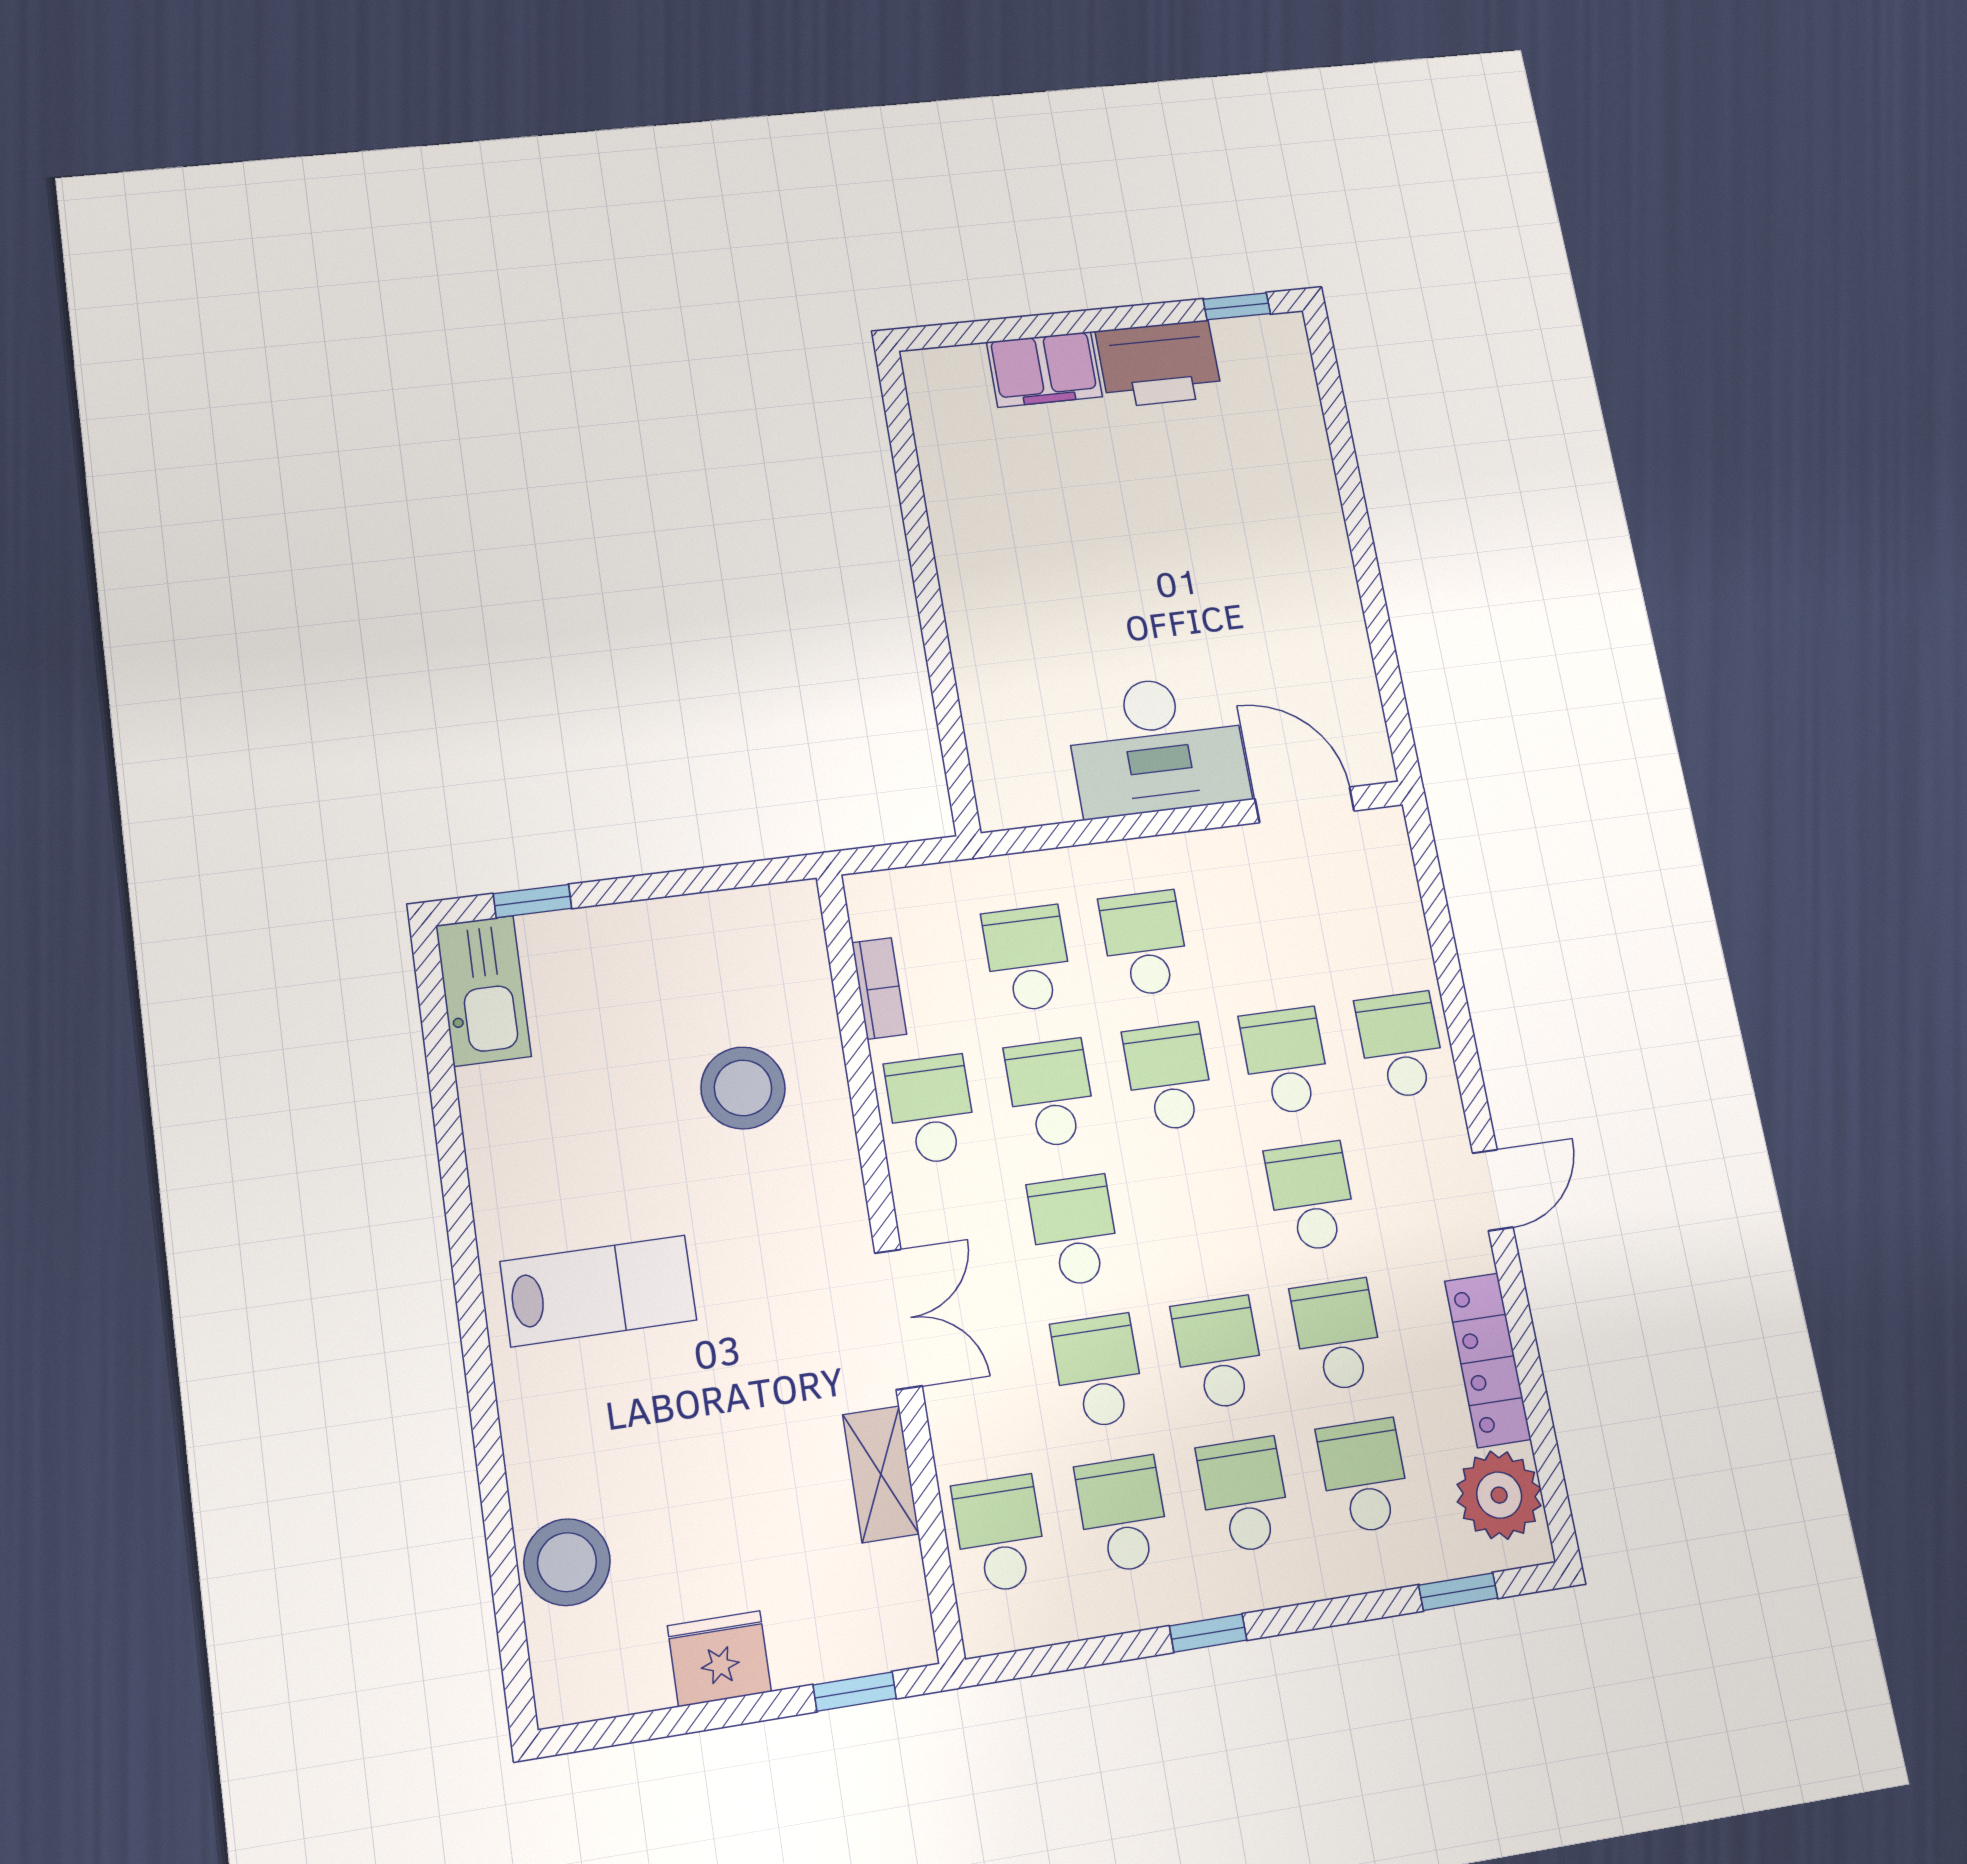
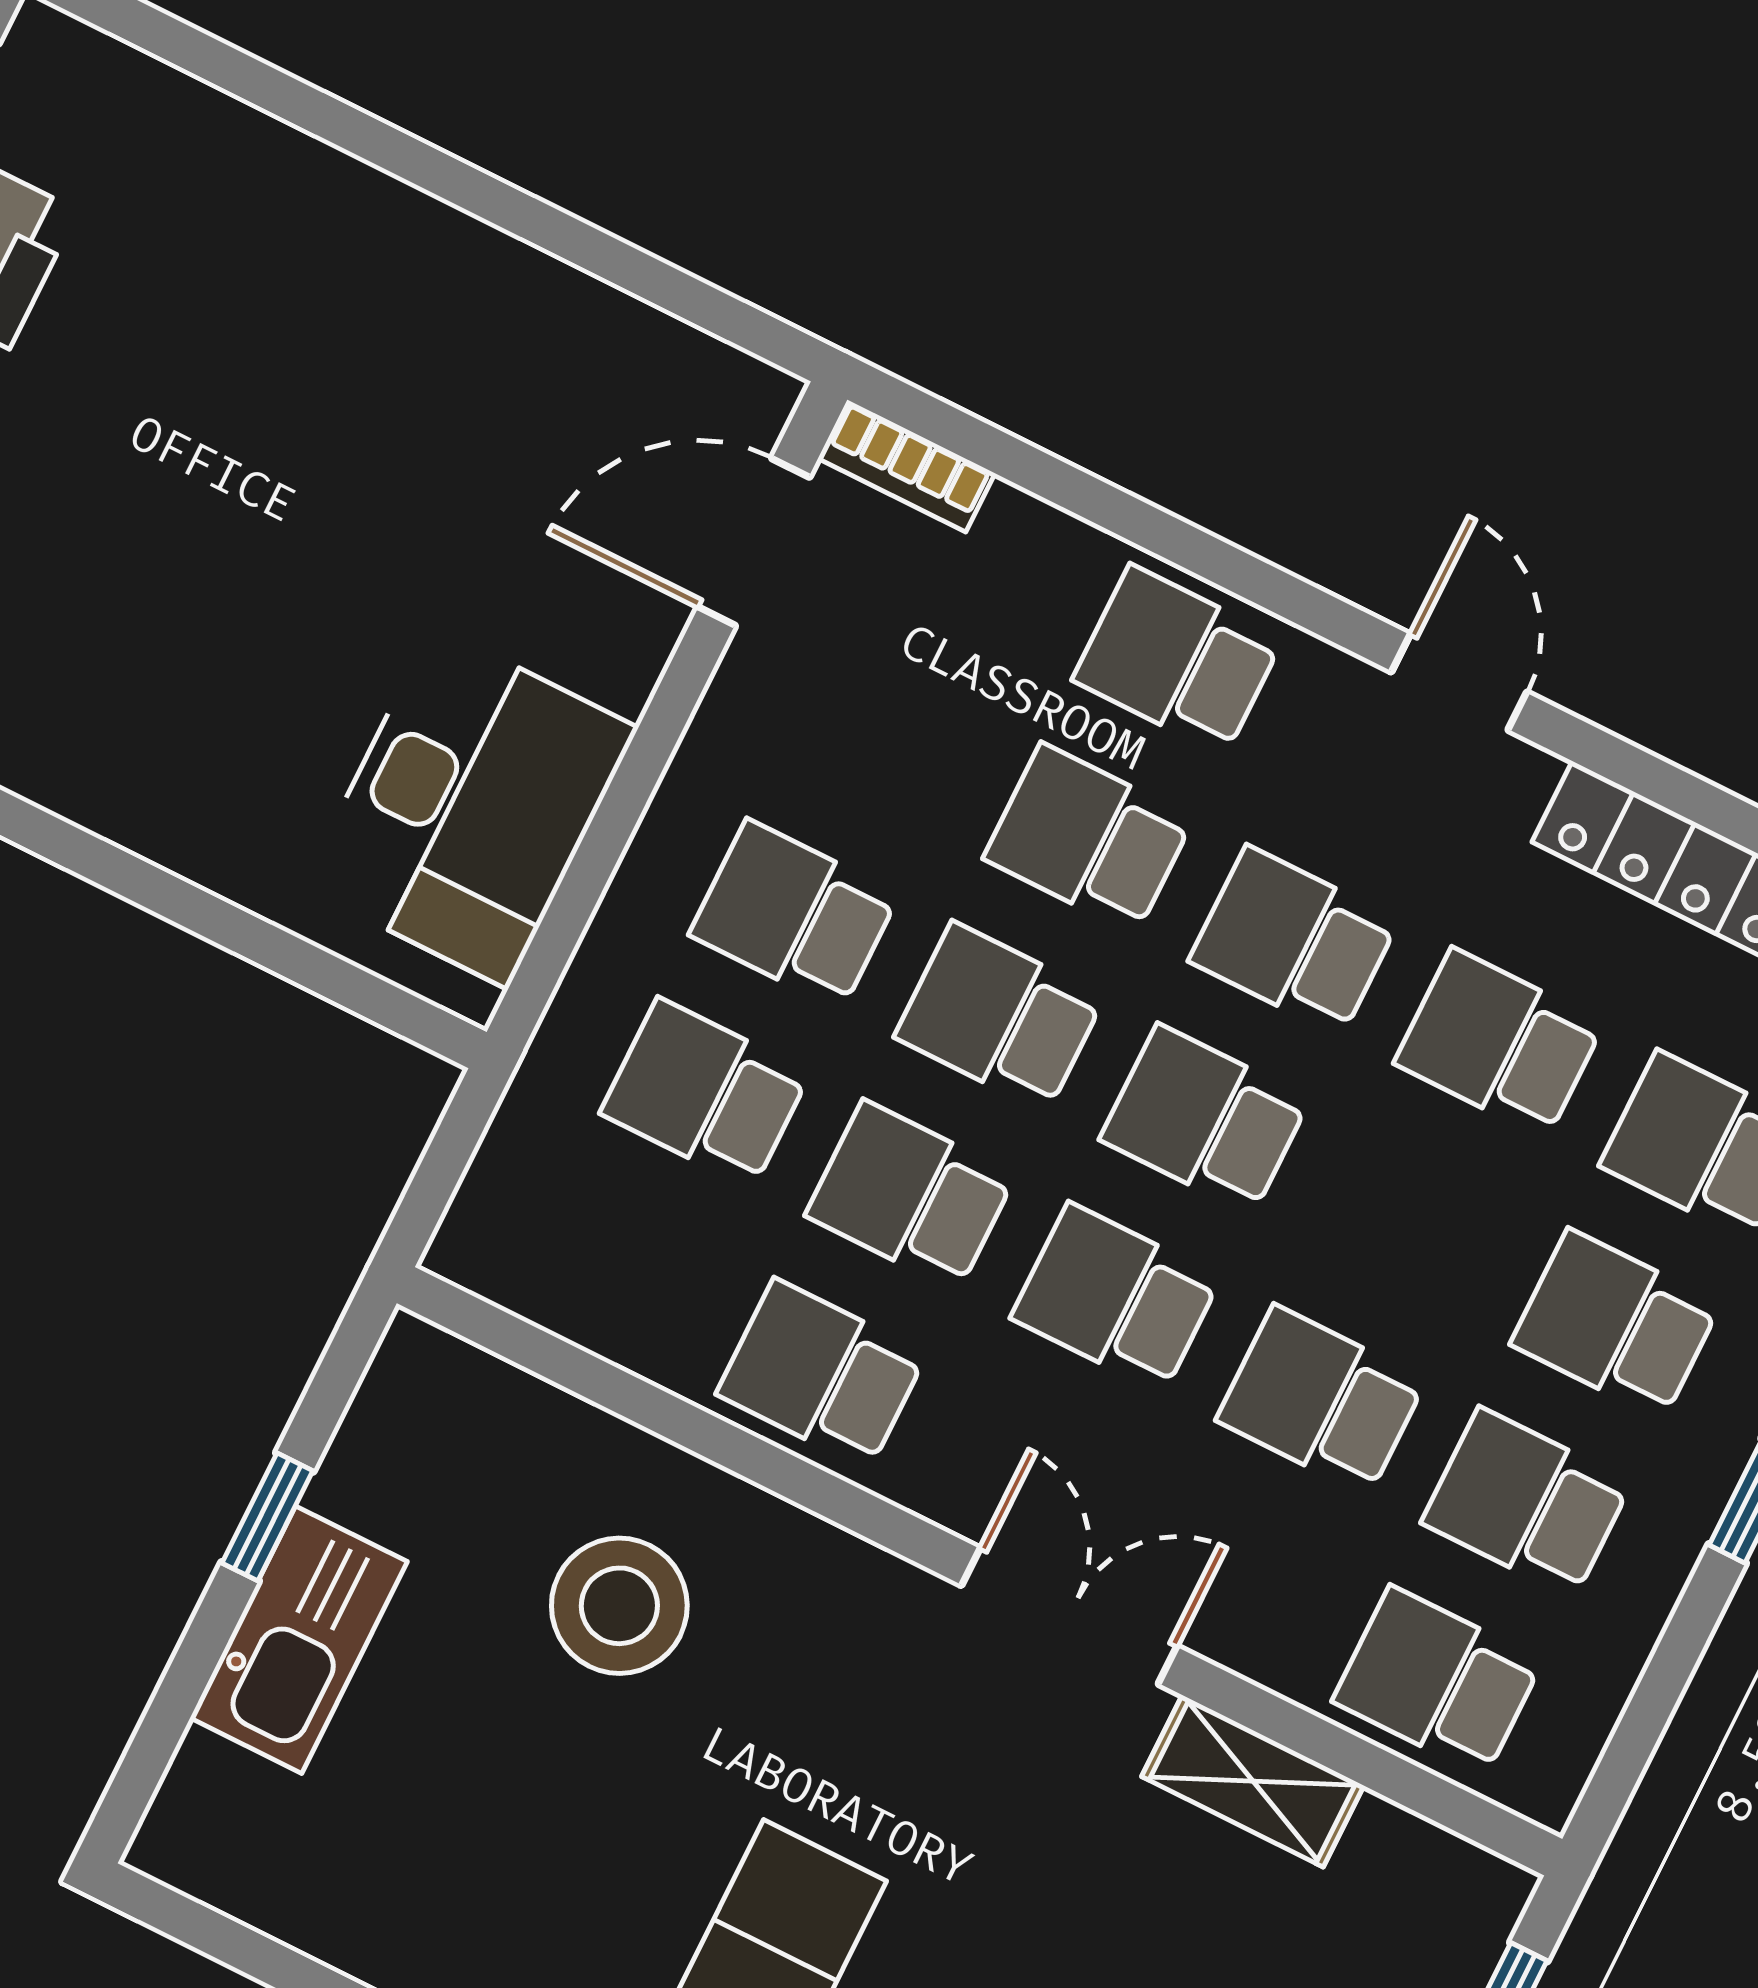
desk: (1157, 745) -> (470, 807), moved
window: (532, 901) -> (267, 1517), moved
bookcase: (879, 988) -> (907, 466), moved, turned 180
kitchen sink: (483, 991) -> (299, 1640), moved, turned 90
school desk: (1218, 1353) -> (1205, 1119), moved

